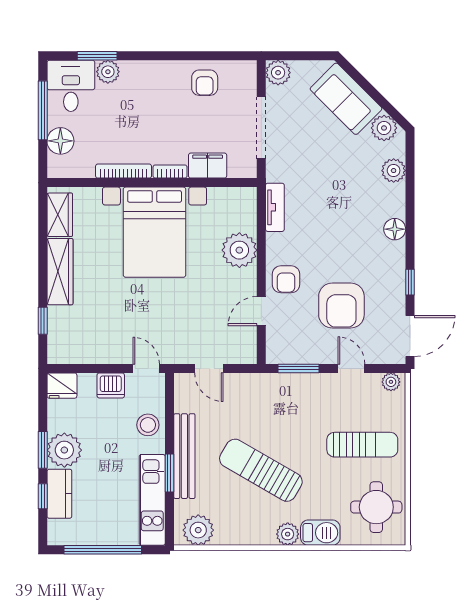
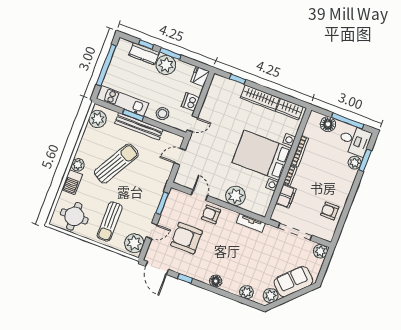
plant: (391, 382) -> (134, 243), width x1.88, depth x1.88

